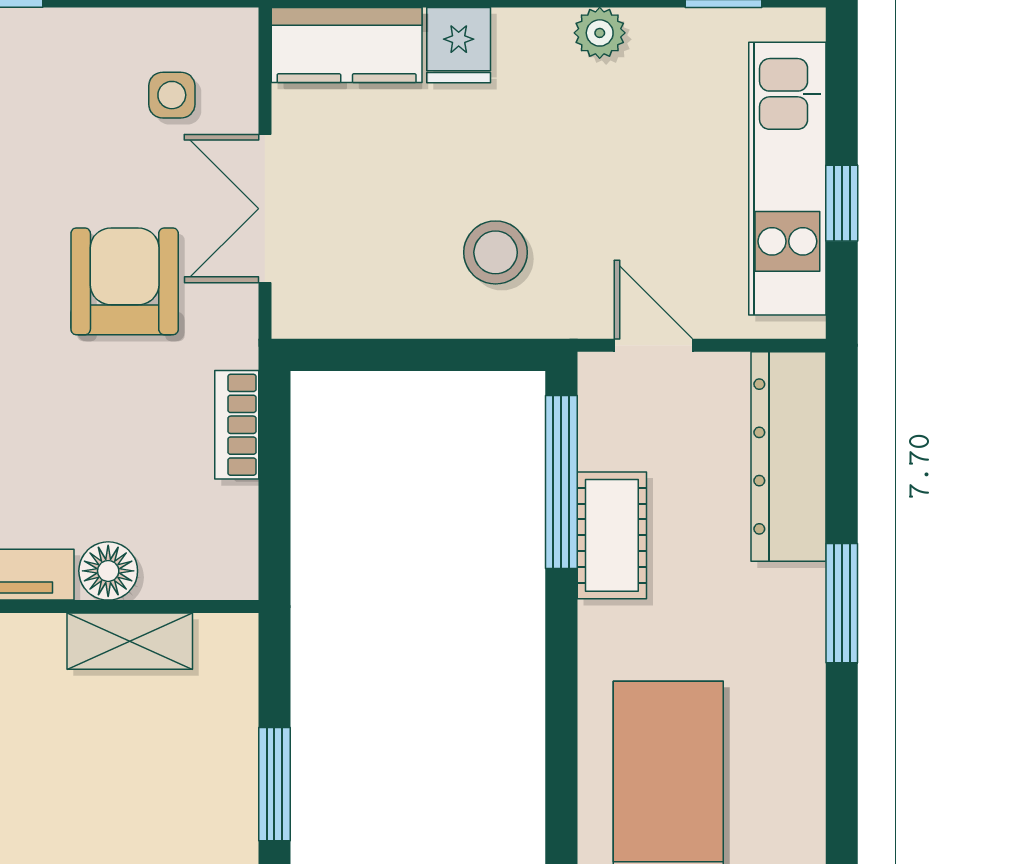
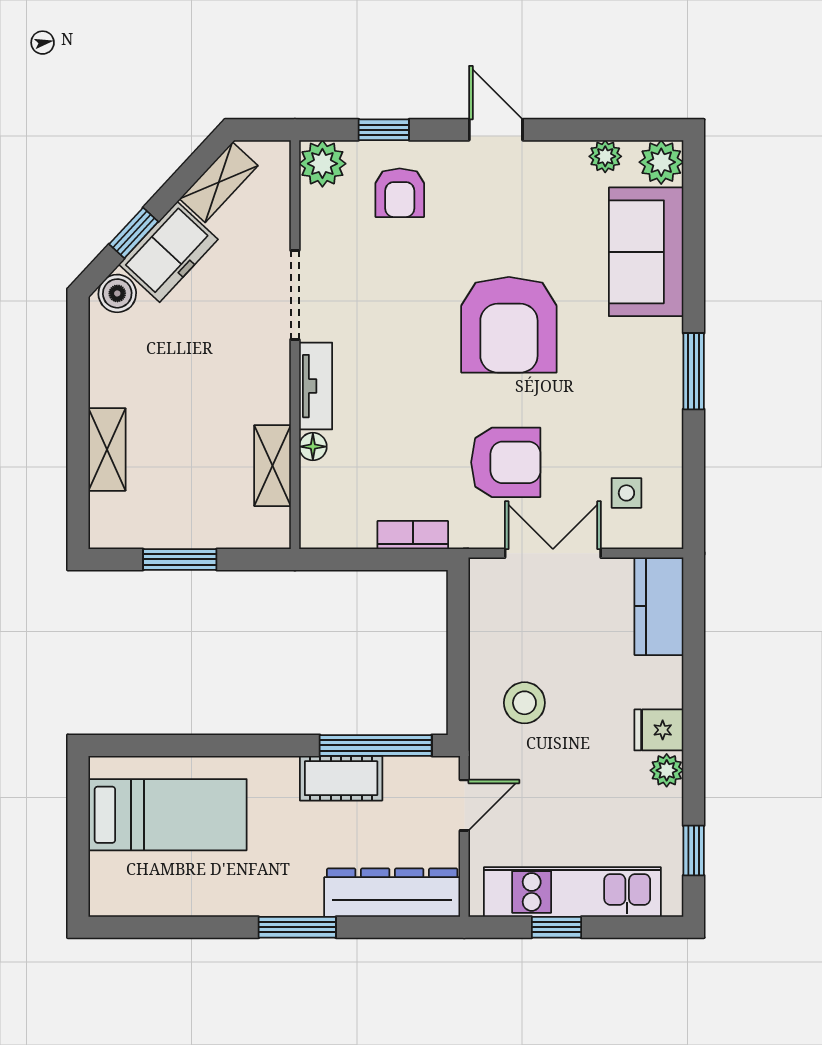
fridge: (459, 45) -> (659, 730), moved
floor lamp: (108, 571) -> (313, 447), width x0.73, depth x0.73

